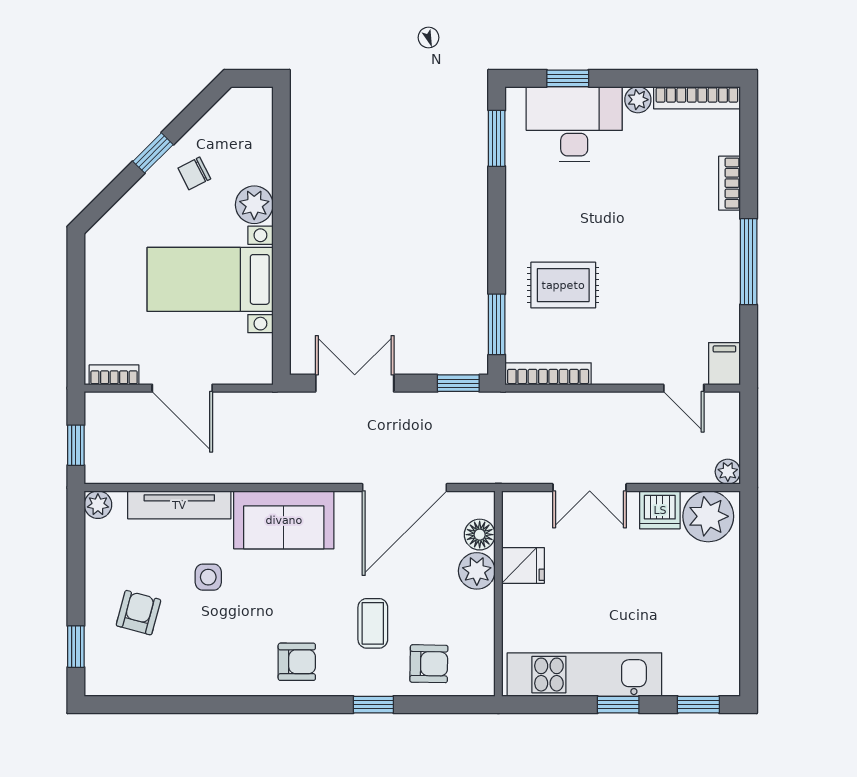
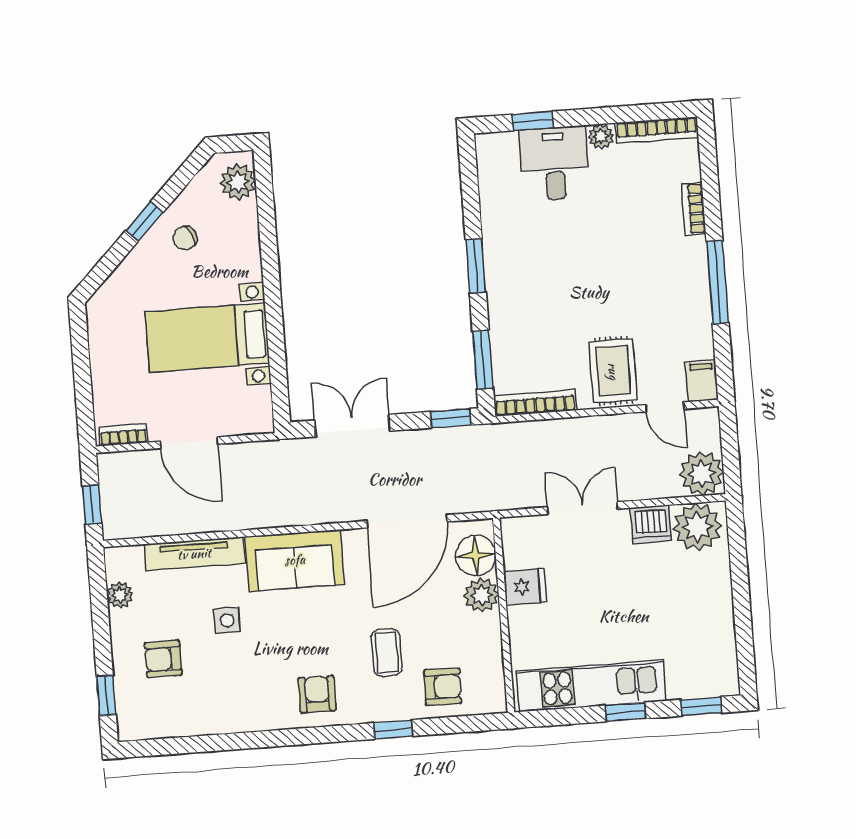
desk: (574, 124) -> (554, 163), width x0.73
window: (497, 138) -> (476, 266), moved
plant: (254, 205) -> (238, 182), moved
rug: (563, 285) -> (613, 371), moved, turned 90
plant: (728, 472) -> (702, 473), width x1.87, depth x1.87
double door: (590, 488) -> (583, 508), swing flipped
plant: (98, 505) -> (120, 595), moved
floor lamp: (480, 535) -> (476, 555), width x1.38, depth x1.38
armchair: (138, 613) -> (163, 659), turned -105
armchair: (297, 662) -> (317, 694), turned -90

